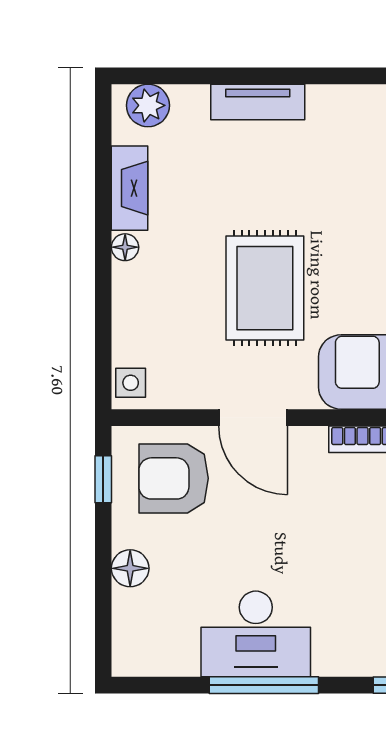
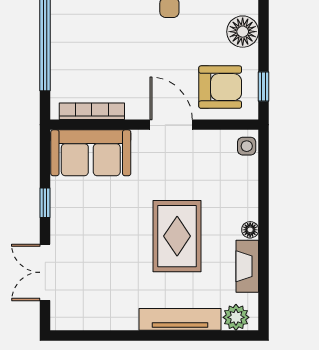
tv unit: (258, 102) -> (180, 319), width x1.41
rug: (265, 288) -> (177, 236), moved
floor lamp: (130, 568) -> (243, 32), width x1.38, depth x1.38

